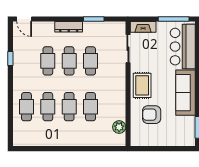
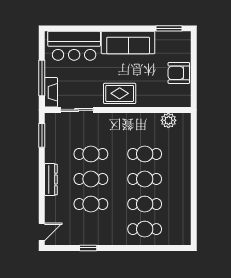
window: (94, 19) -> (42, 135), moved
window: (174, 19) -> (42, 78), moved
armchair: (152, 115) -> (179, 73), moved, turned 90

